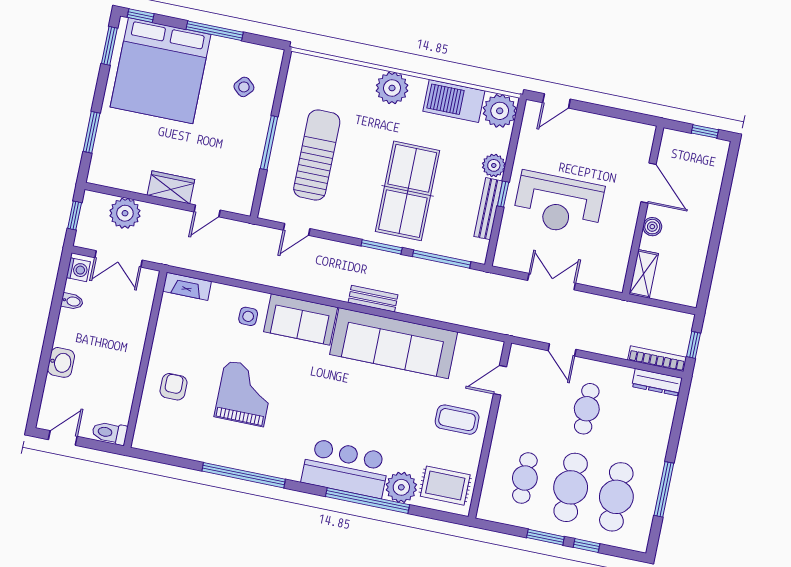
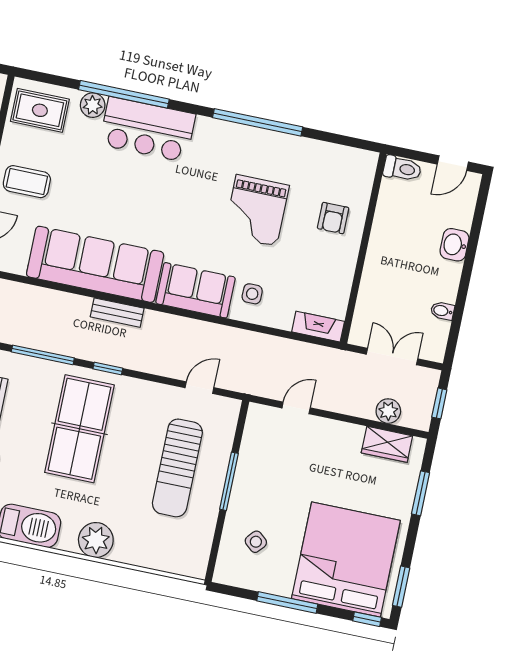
wardrobe: (171, 187) -> (387, 444), moved
plant: (125, 213) -> (388, 411), width x0.73, depth x0.73
window: (382, 247) -> (108, 369), width x0.67
washing machine: (78, 270) -> (435, 345), removed
plant: (401, 487) -> (93, 105), width x0.73, depth x0.73

